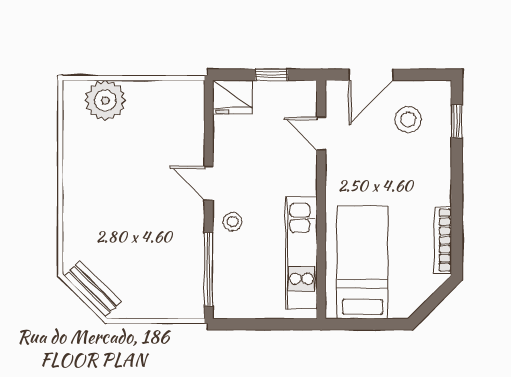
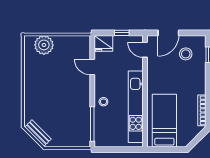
door: (321, 133) -> (145, 50), moved
door: (209, 183) -> (92, 67), moved
kitchen unit: (301, 253) -> (136, 107), width x1.36

